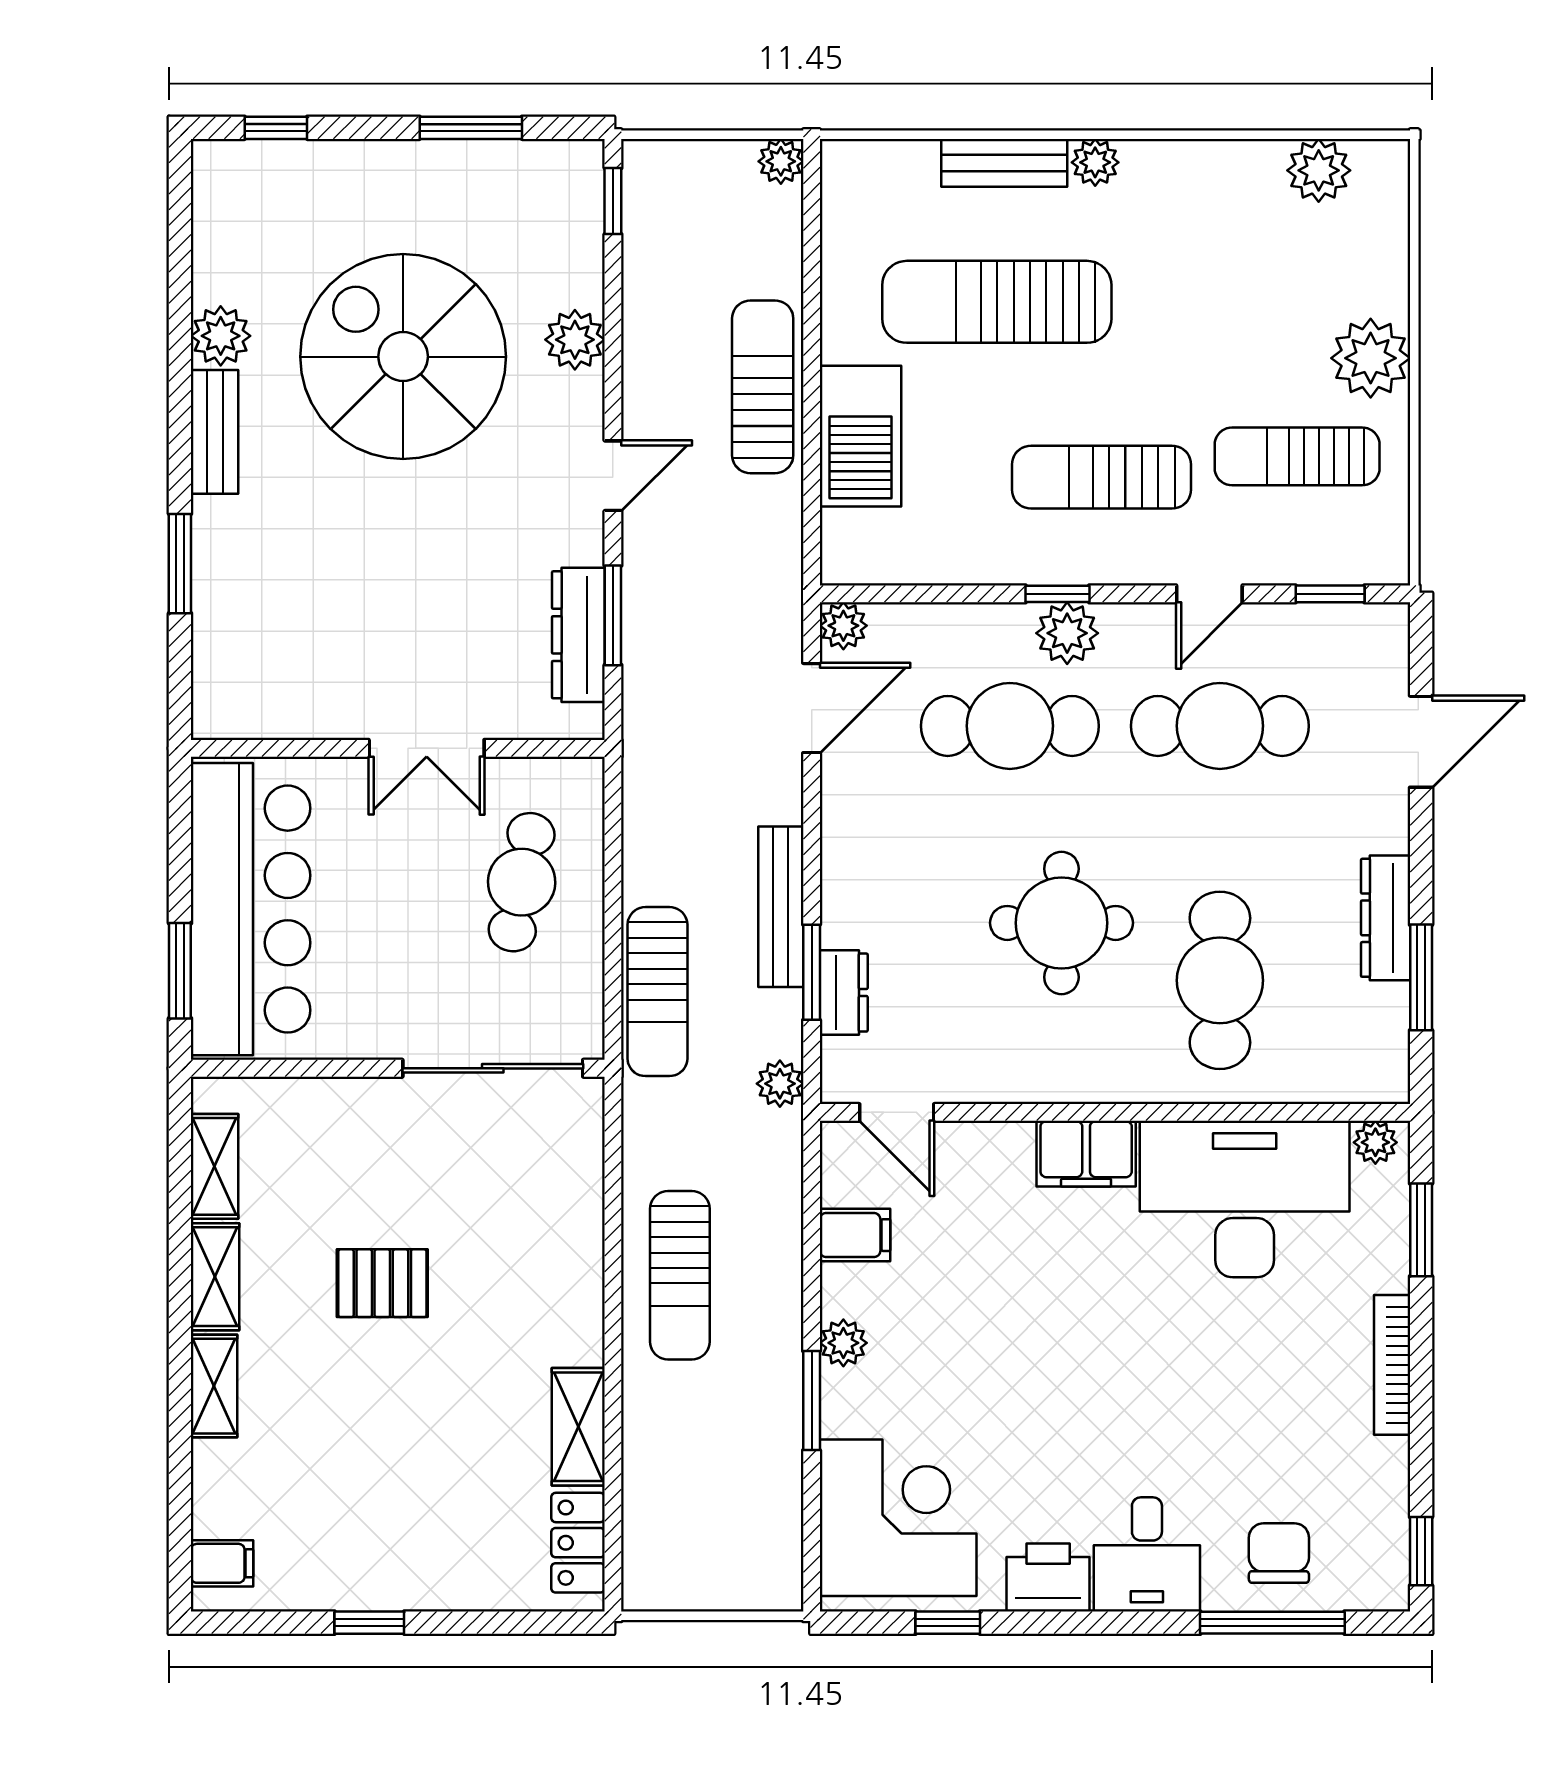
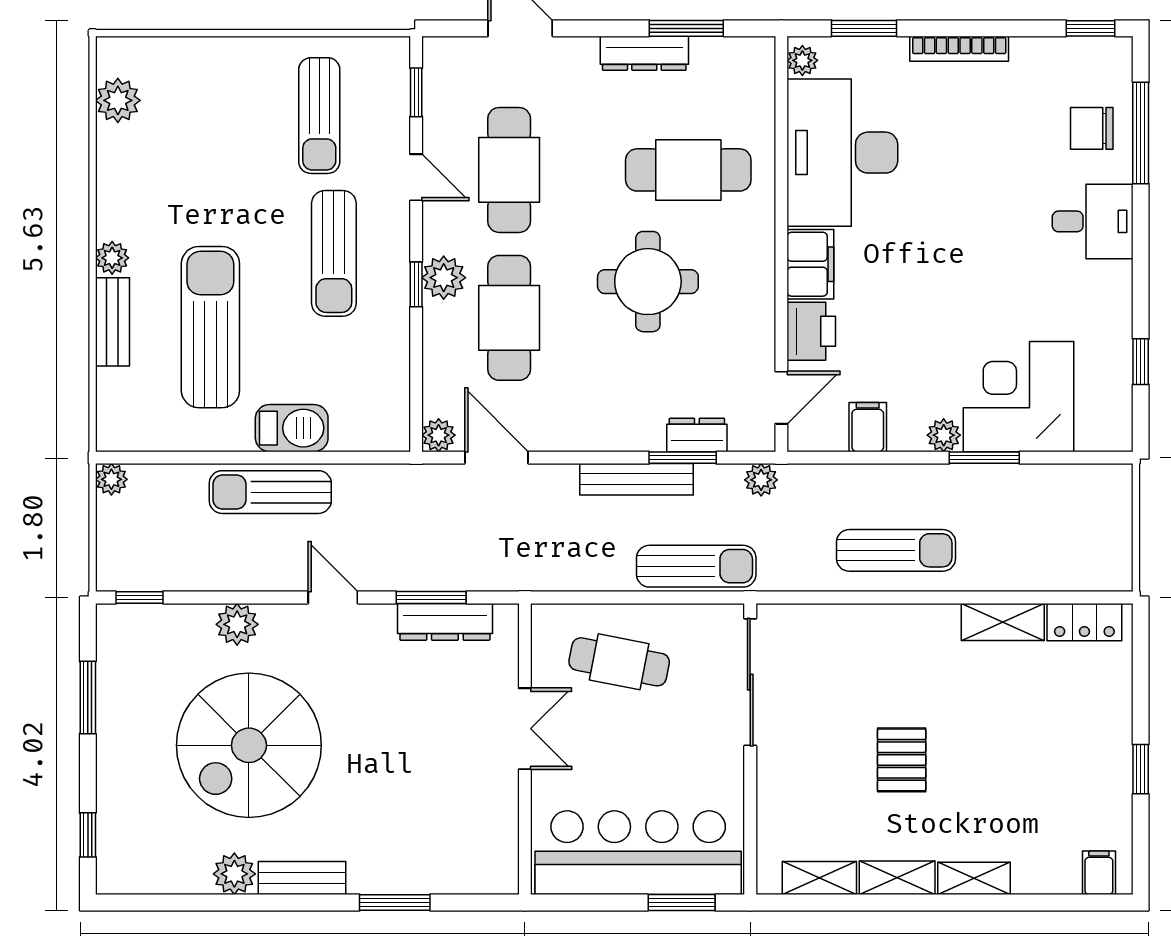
sun lounger: (997, 302) -> (210, 327), turned 180
plant: (1371, 358) -> (250, 64), removed
barbecue: (860, 436) -> (292, 428), width x0.73, depth x0.83
corner desk: (898, 1518) -> (1019, 397), moved
printer: (1048, 1577) -> (811, 331), moved, turned 180

